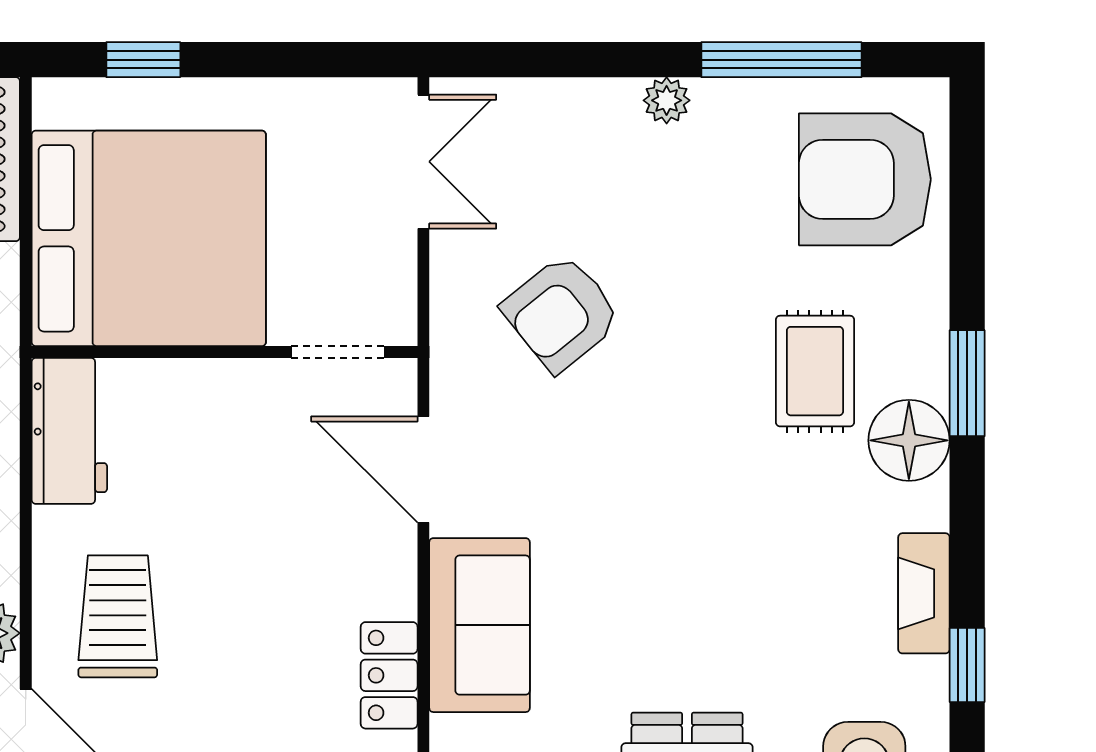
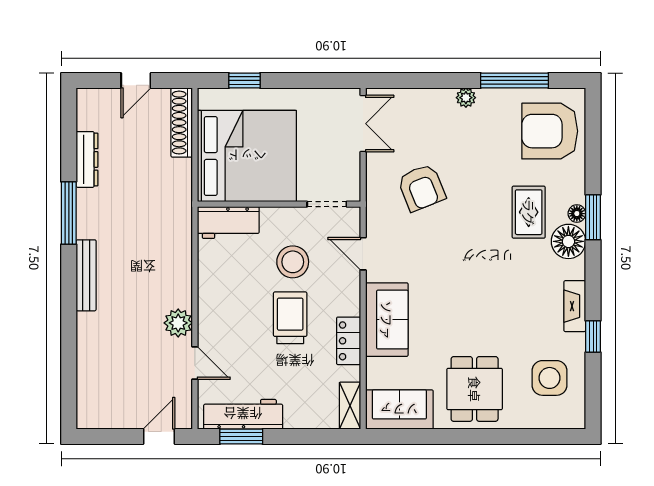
armchair: (562, 313) -> (421, 188), turned -73
floor lamp: (929, 374) -> (577, 214), added
workbench: (69, 431) -> (228, 222), moved, turned 90
door: (423, 469) -> (363, 254), width x0.73
stool: (257, 489) -> (293, 262), added
trolley: (118, 616) -> (290, 318), moved

